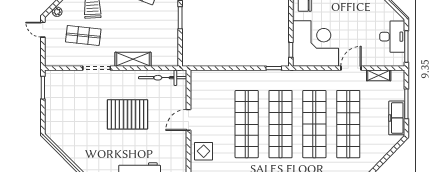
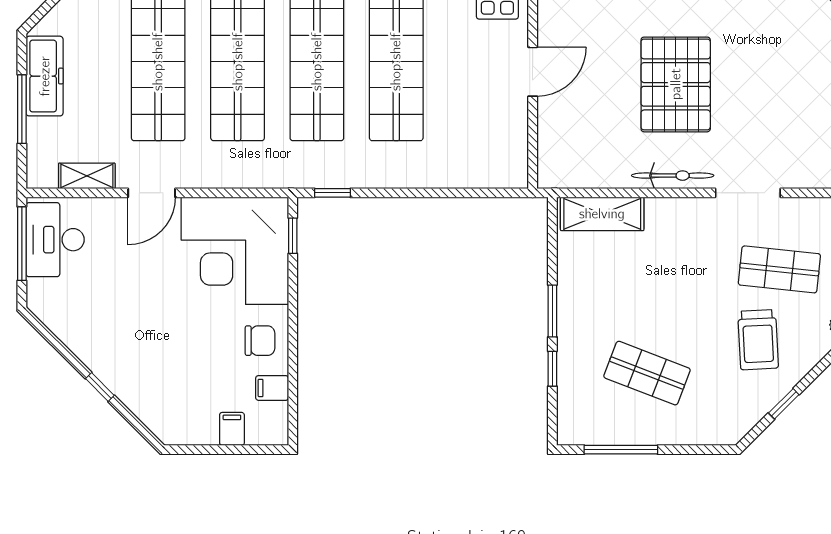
desk: (392, 37) -> (55, 240), moved
shelving: (133, 59) -> (602, 214), moved
bicycle: (163, 78) -> (673, 176), moved, width x0.73, depth x0.71
pallet: (127, 114) -> (676, 84), turned 90

